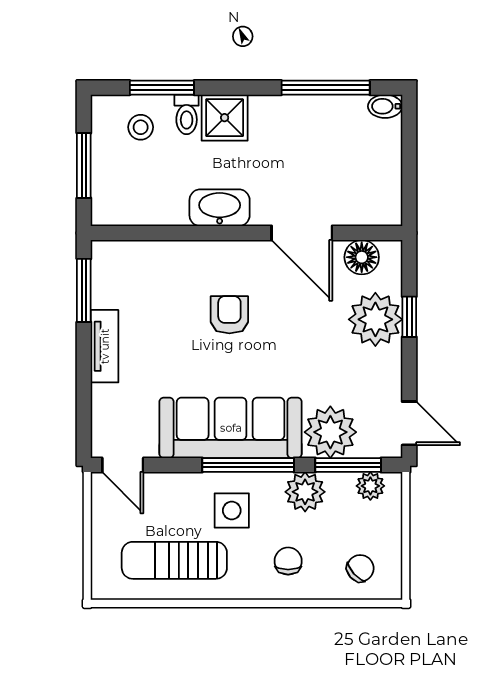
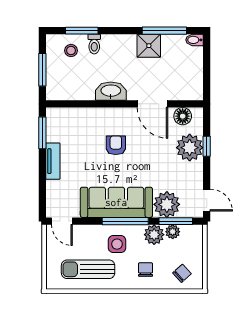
shower: (225, 118) -> (149, 46), moved
plant: (370, 486) -> (173, 232), moved

